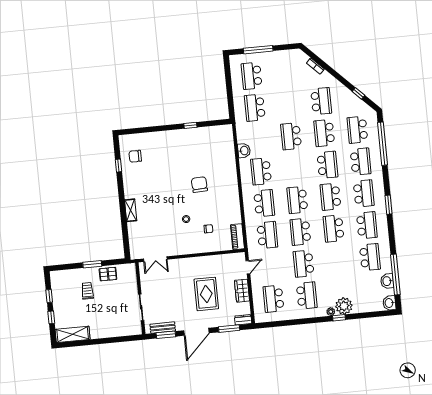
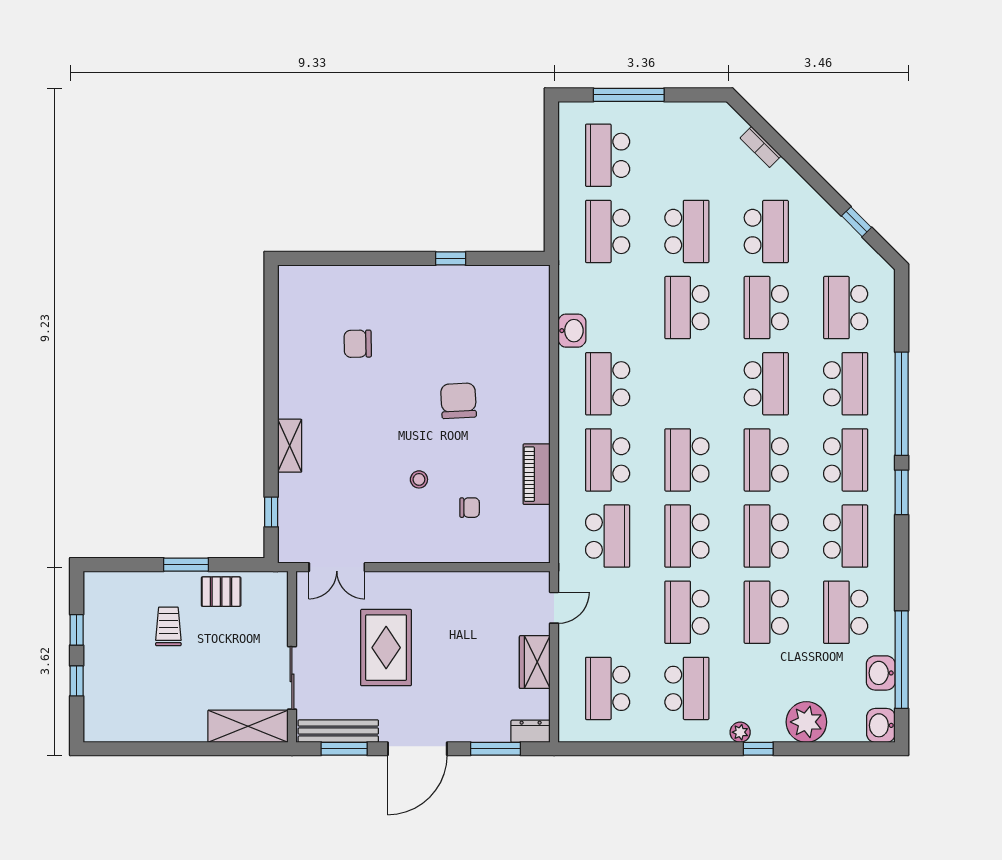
school desk: (288, 104) -> (687, 231), added
window: (382, 144) -> (902, 404), moved
chair: (135, 156) -> (358, 344), moved
window: (118, 166) -> (271, 512), moved
school desk: (264, 203) -> (608, 460), turned 180
piano: (237, 237) -> (537, 474), moved
school desk: (370, 257) -> (846, 612), turned 180
school desk: (337, 260) -> (766, 612), added
rug: (206, 294) -> (386, 648), moved
plant: (344, 306) -> (806, 722), moved
bench: (163, 328) -> (338, 731), width x1.36
shelving: (73, 334) -> (248, 726), moved

